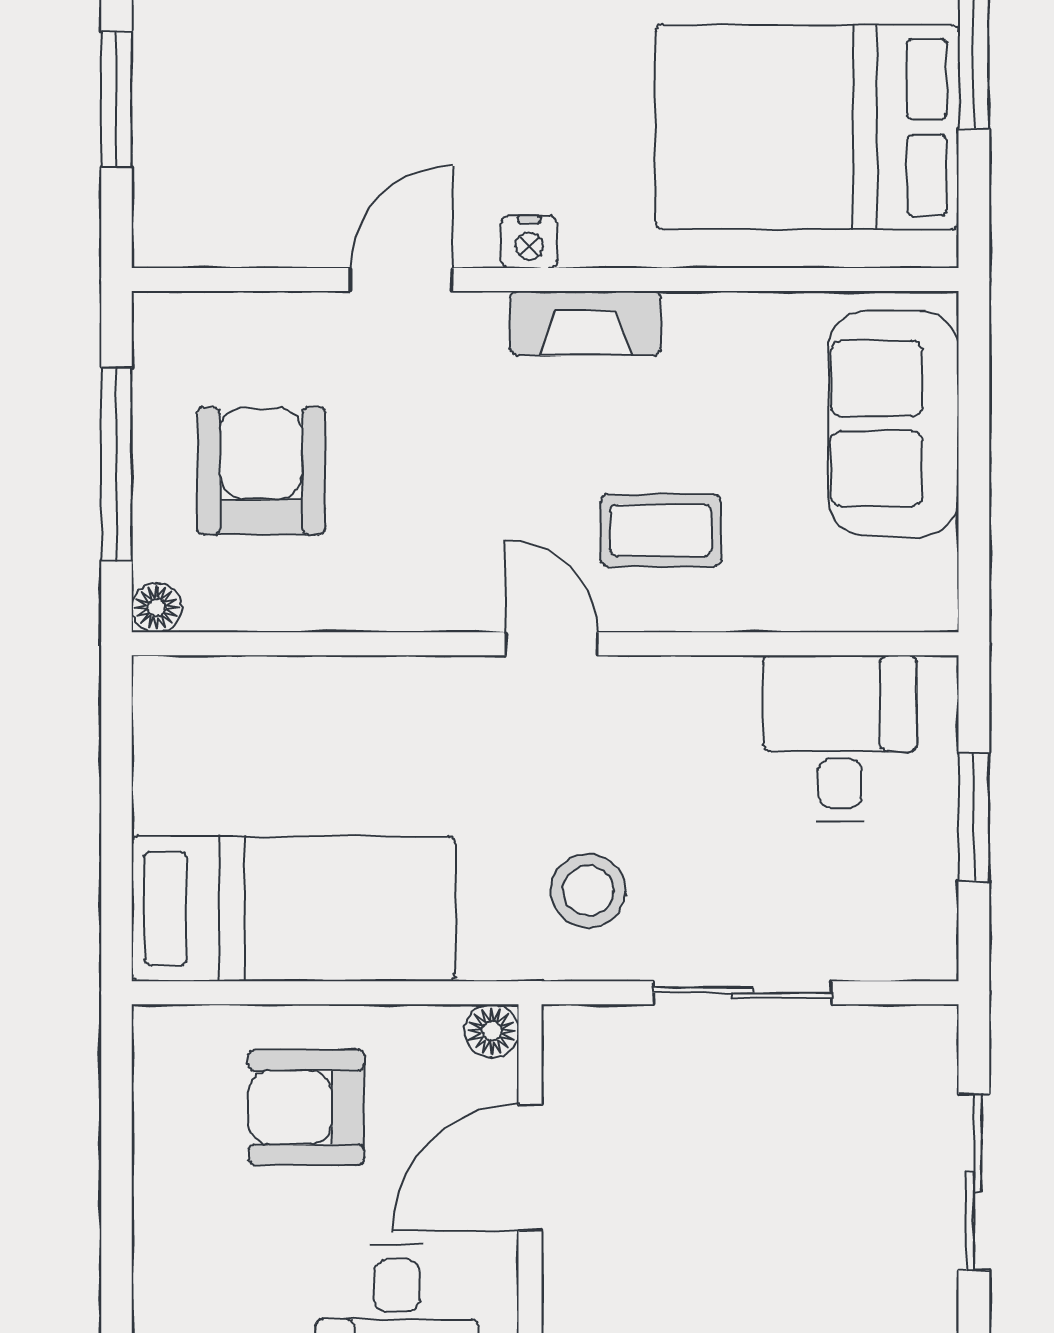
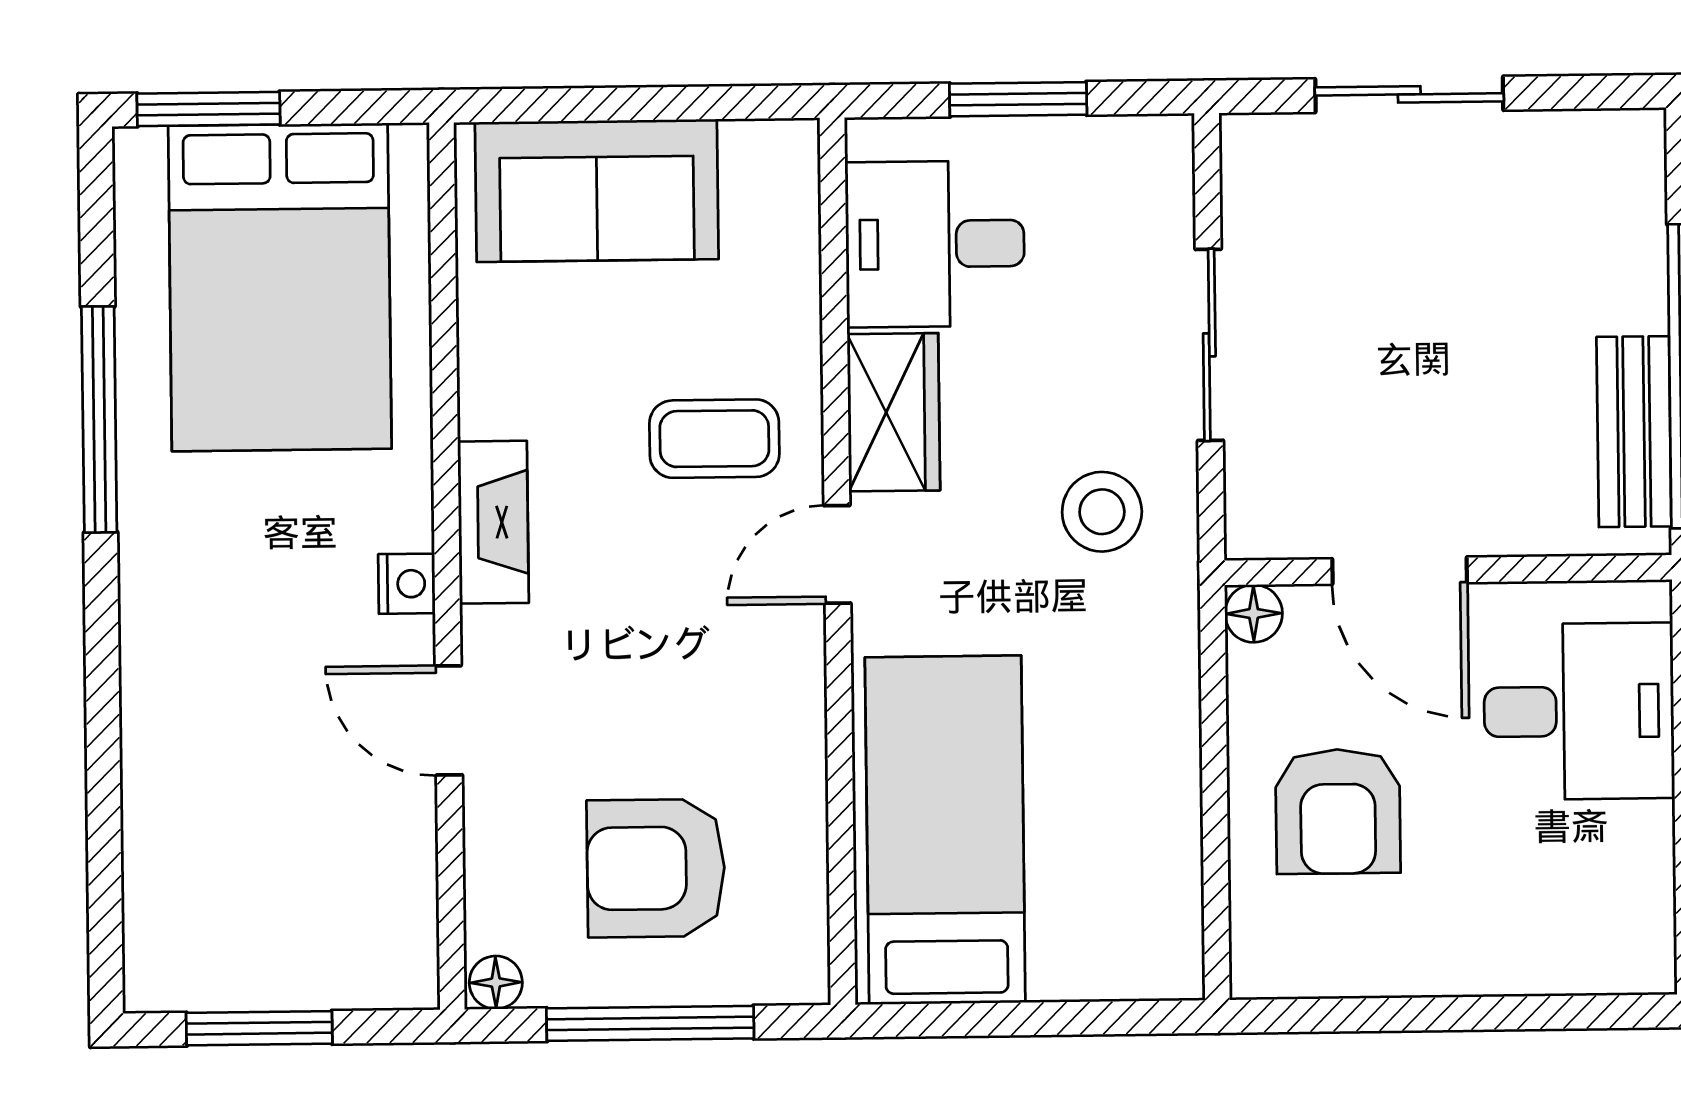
coffee table: (661, 530) -> (714, 439), turned 90
floor lamp: (156, 608) -> (496, 982), moved
wardrobe: (683, 698) -> (894, 412), added
bed: (293, 909) -> (945, 830), moved

